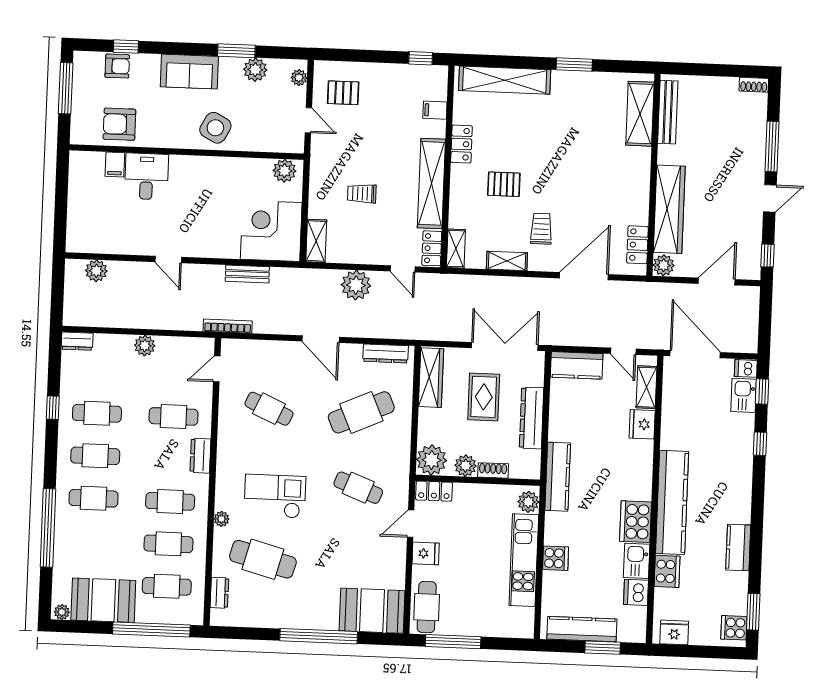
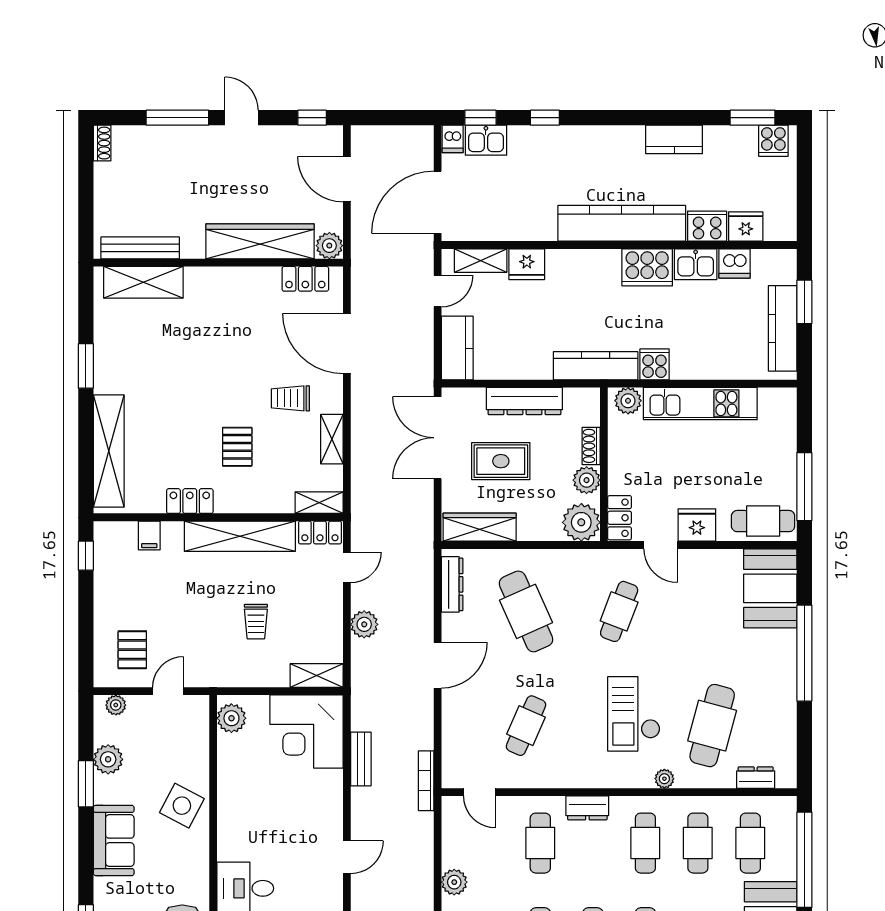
plant: (356, 285) -> (364, 624), width x0.73, depth x0.73
fridge: (426, 553) -> (697, 525), width x1.38
cooker: (556, 558) -> (655, 364), moved
fridge: (674, 632) -> (746, 226), moved, turned 90

